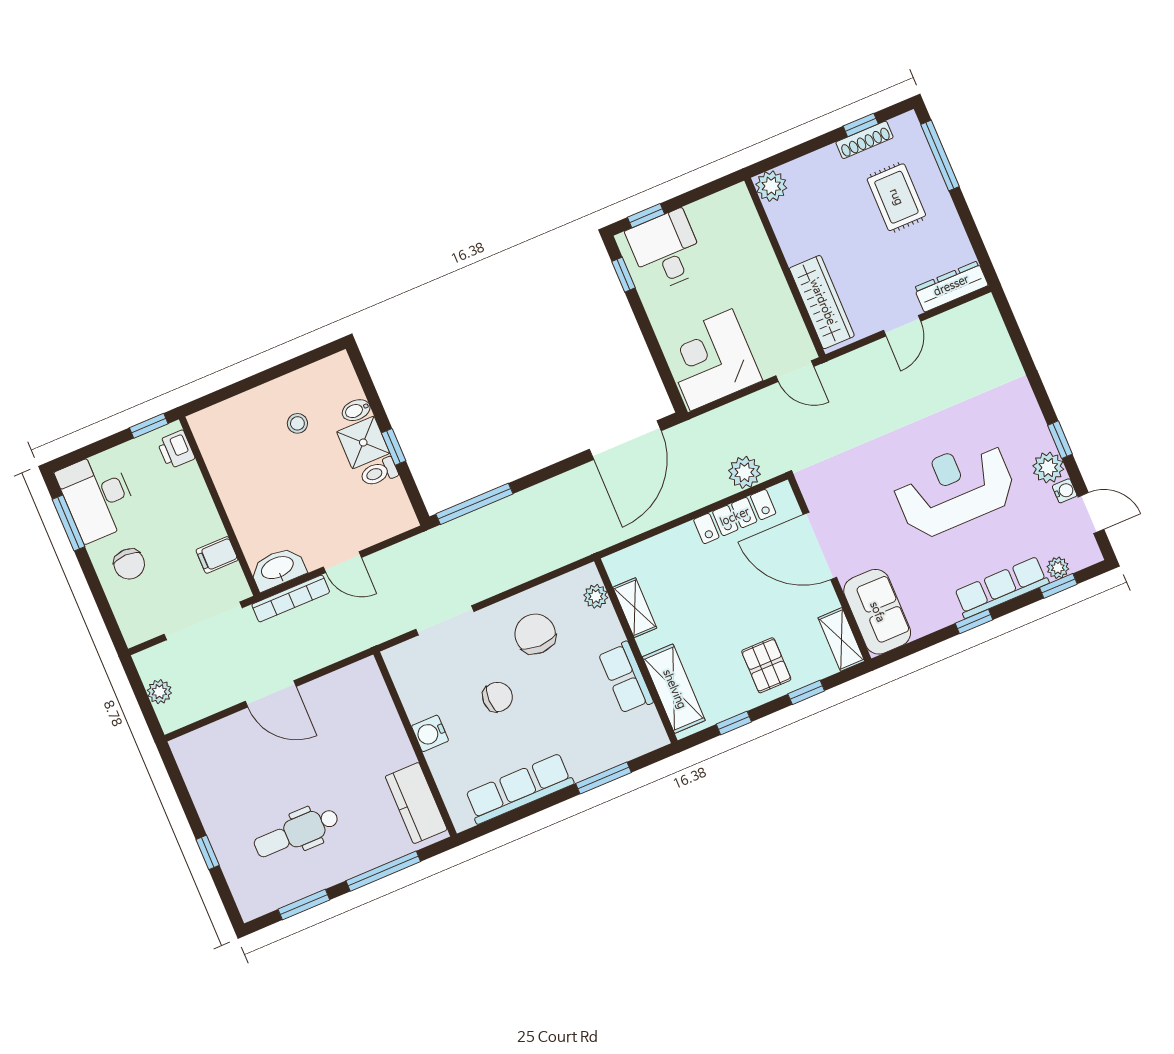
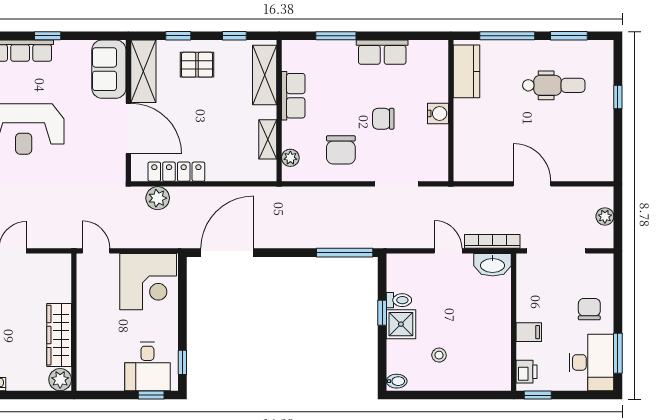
wardrobe: (822, 302) -> (59, 335), moved
bidet: (356, 410) -> (397, 381), moved
filing cabinet: (217, 555) -> (529, 332), moved
shelving: (841, 639) -> (143, 71), width x1.50, depth x1.33
pallet: (766, 665) -> (197, 65), turned 90
row of seats: (519, 789) -> (382, 52), width x0.68

